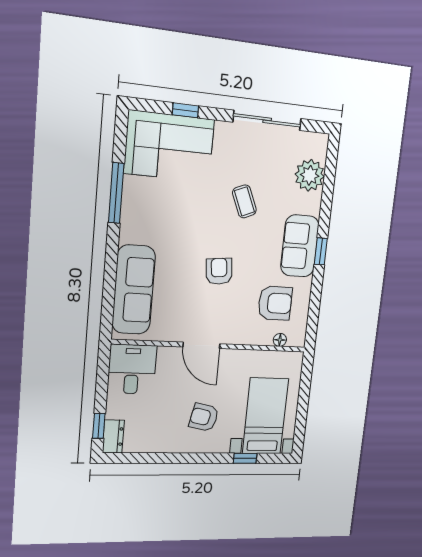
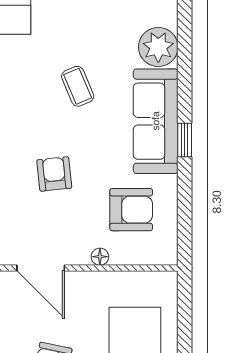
sofa: (300, 246) -> (156, 121), width x1.36
floor lamp: (280, 340) -> (100, 257), moved

